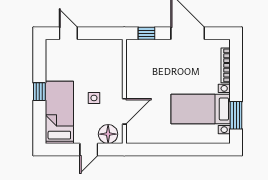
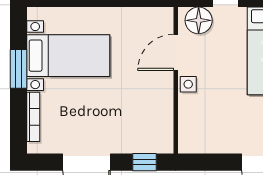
side table: (94, 98) -> (188, 84), moved
window: (236, 115) -> (19, 69), moved

